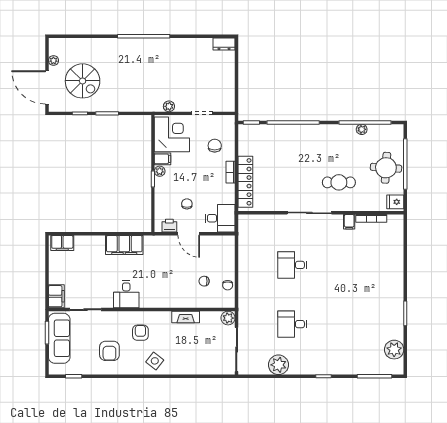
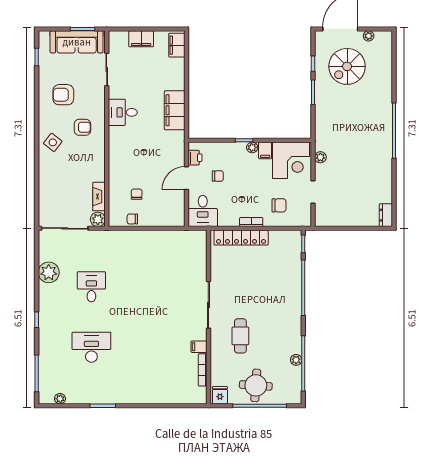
desk: (292, 265) -> (91, 347), moved, width x1.37
filing cabinet: (56, 296) -> (141, 39), moved
fireplace: (186, 317) -> (99, 197), moved
plant: (394, 350) -> (60, 399), width x0.53, depth x0.53

